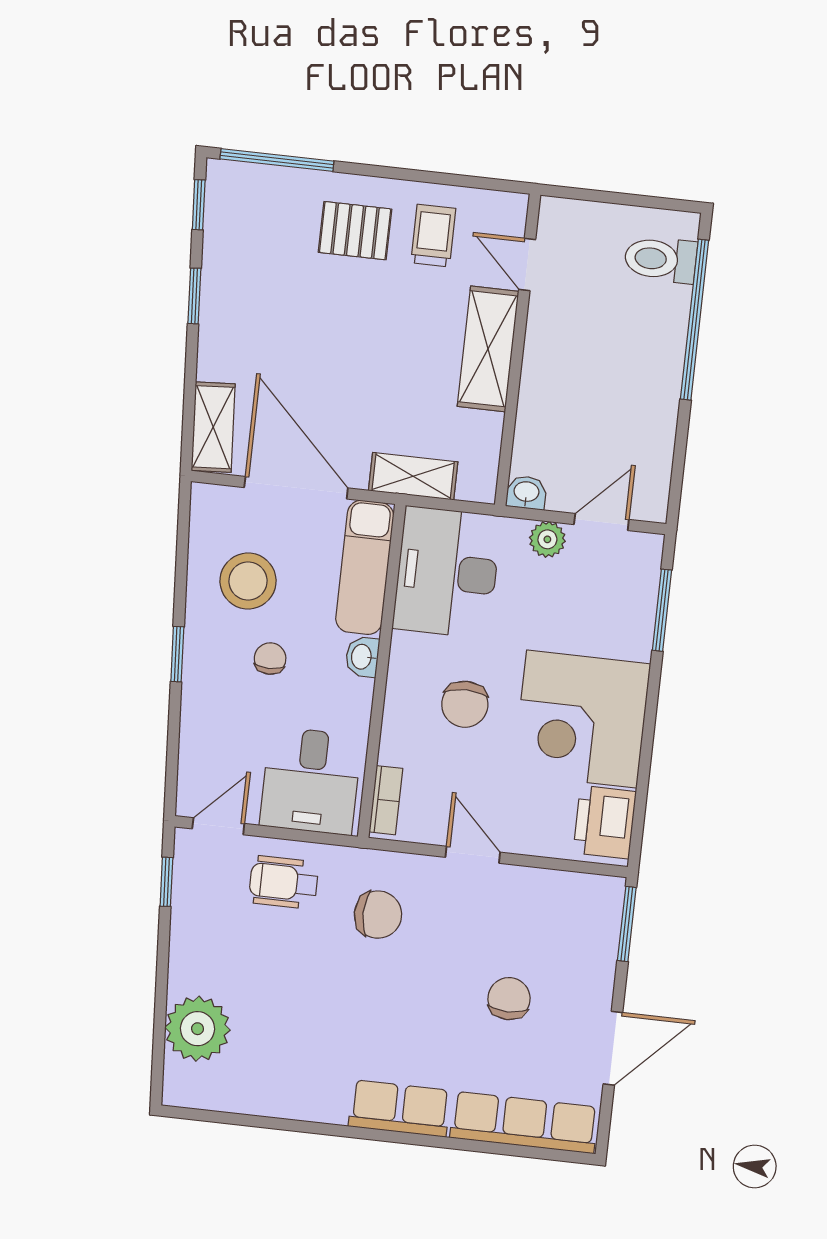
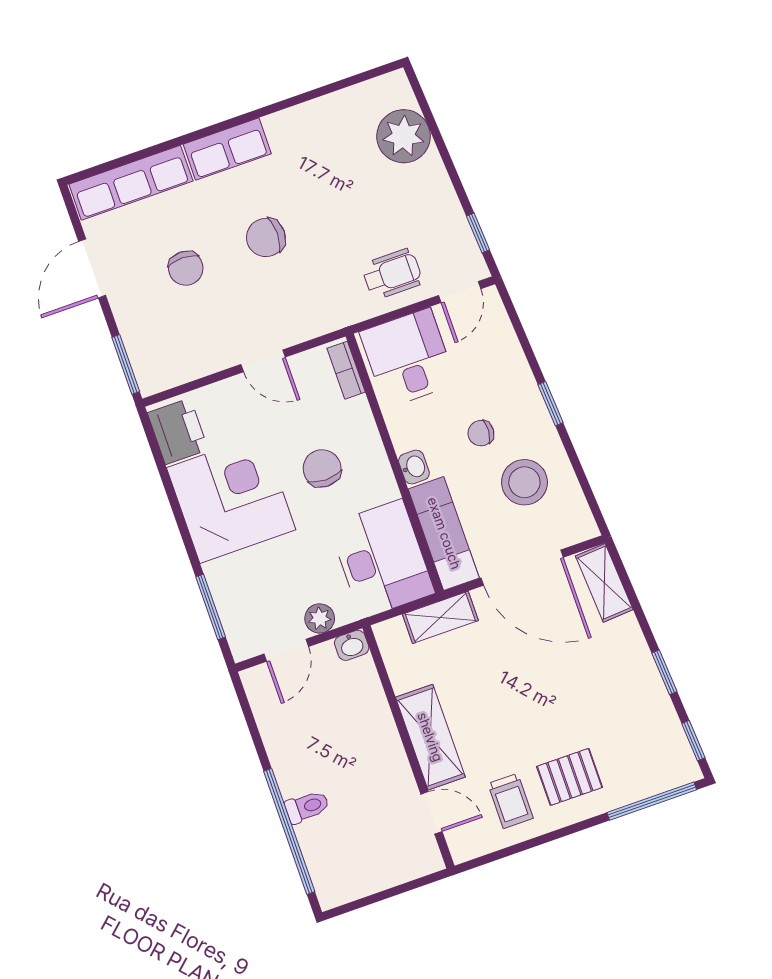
toilet: (661, 259) -> (307, 807), moved, width x0.73, depth x0.72
chair: (270, 659) -> (481, 433), turned 94
chair: (378, 915) -> (266, 237), moved

